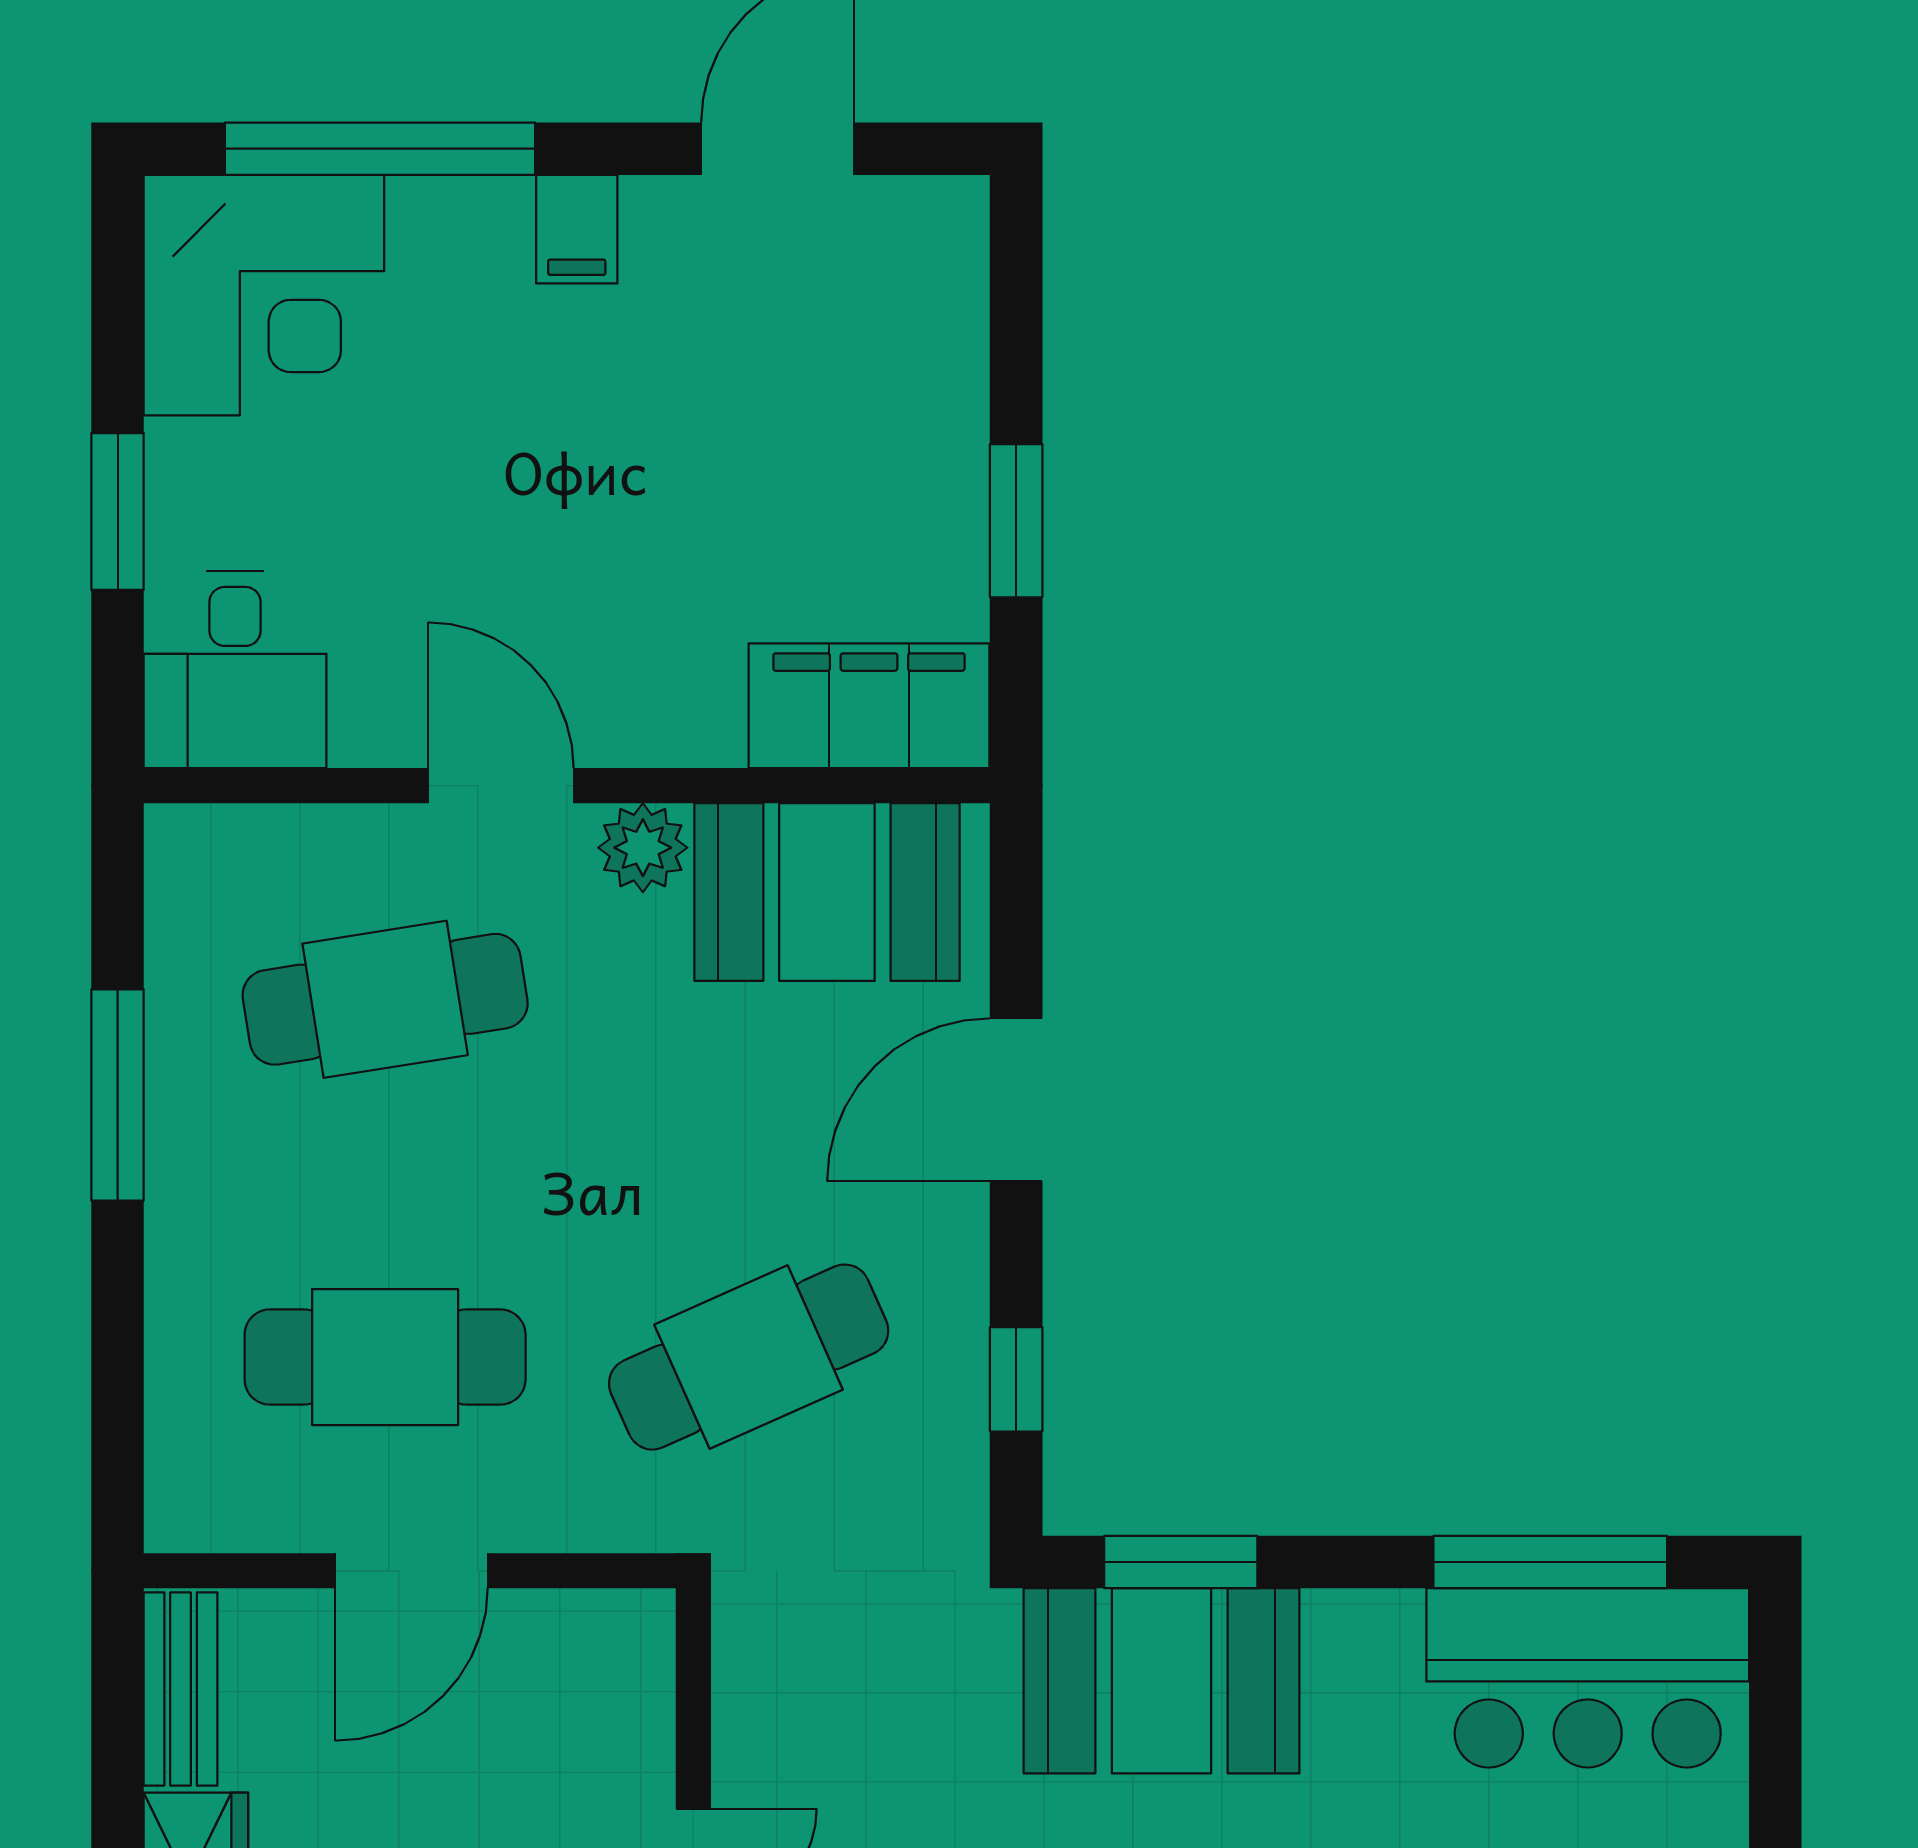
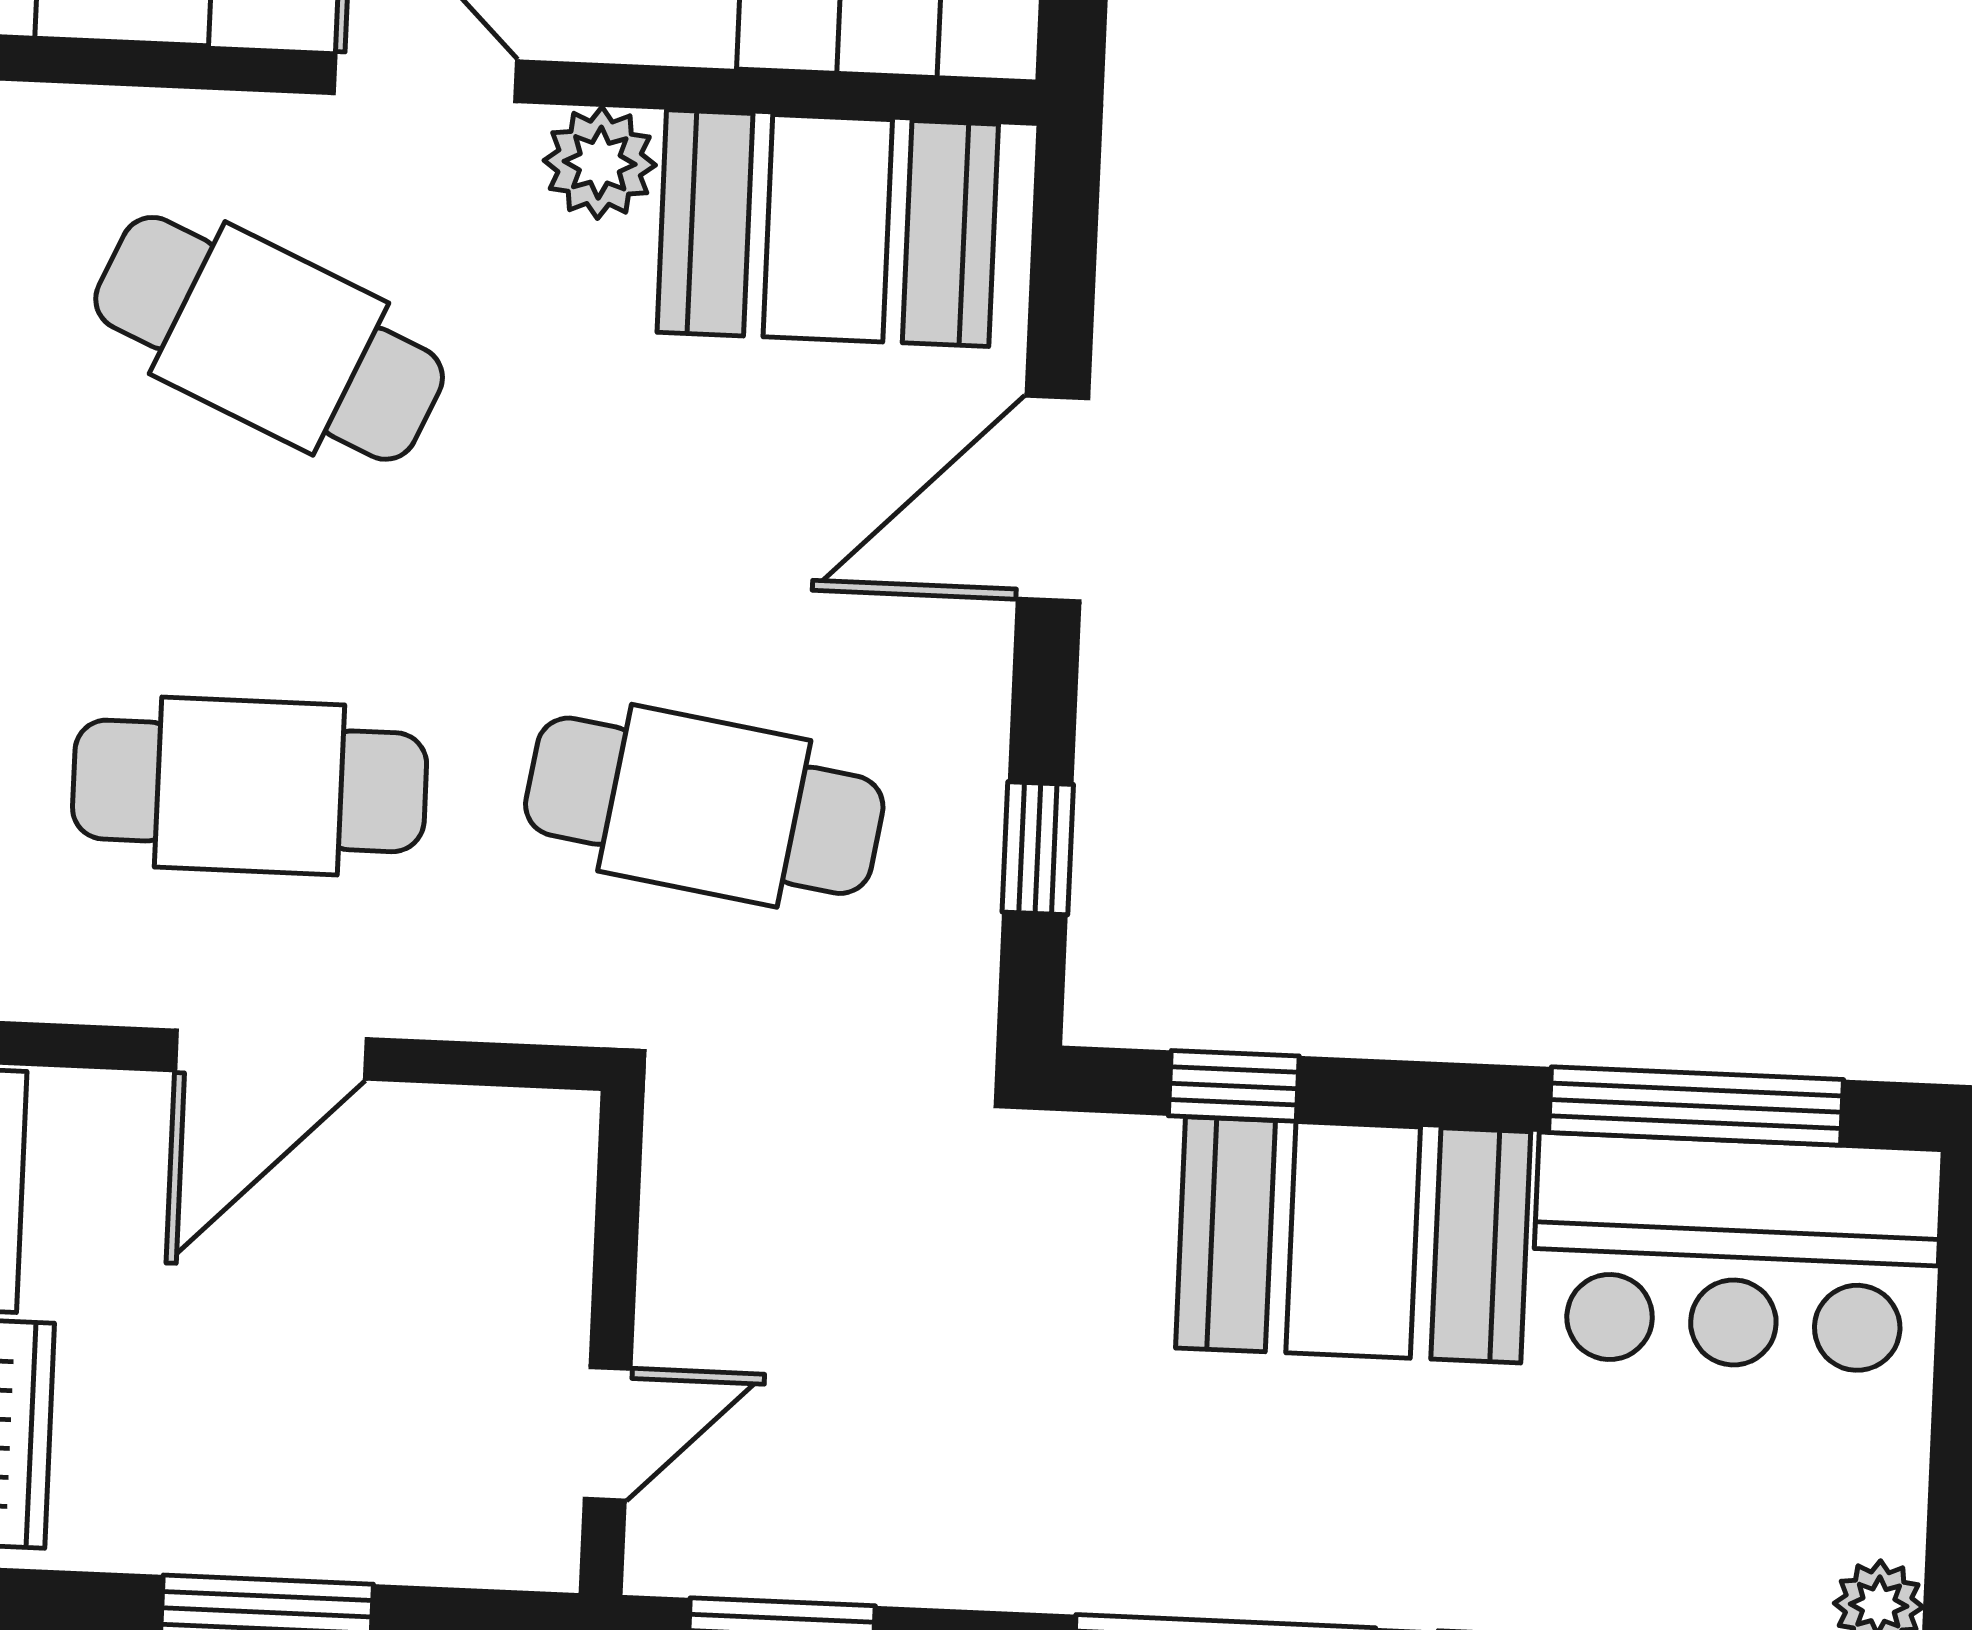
cafe table: (385, 999) -> (269, 338), turned 33
cafe table: (749, 1357) -> (704, 806), turned 33
window: (1181, 1562) -> (1234, 1086), width x0.67
booth: (1162, 1681) -> (1353, 1240), moved

